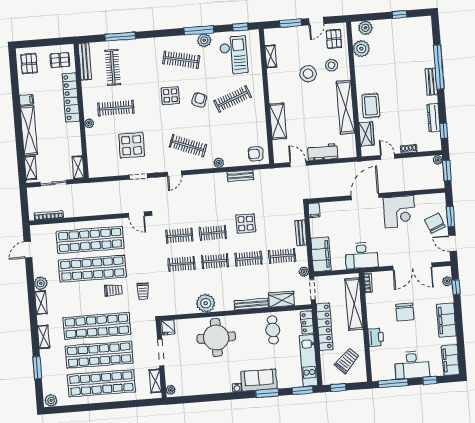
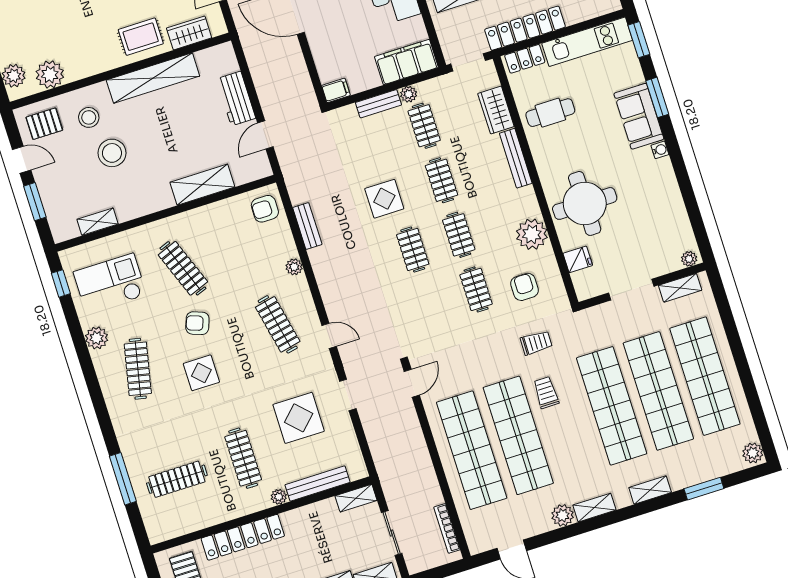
window: (199, 30) -> (82, 351), removed
bench: (85, 61) -> (318, 483), moved
clothes rail: (188, 146) -> (278, 324), turned -33
armchair: (256, 154) -> (265, 209), turned 90
clothes rail: (179, 236) -> (430, 304), removed
plant: (304, 272) -> (409, 94), moved
armchair: (176, 292) -> (525, 287), added
fridge: (168, 327) -> (578, 259), moved

